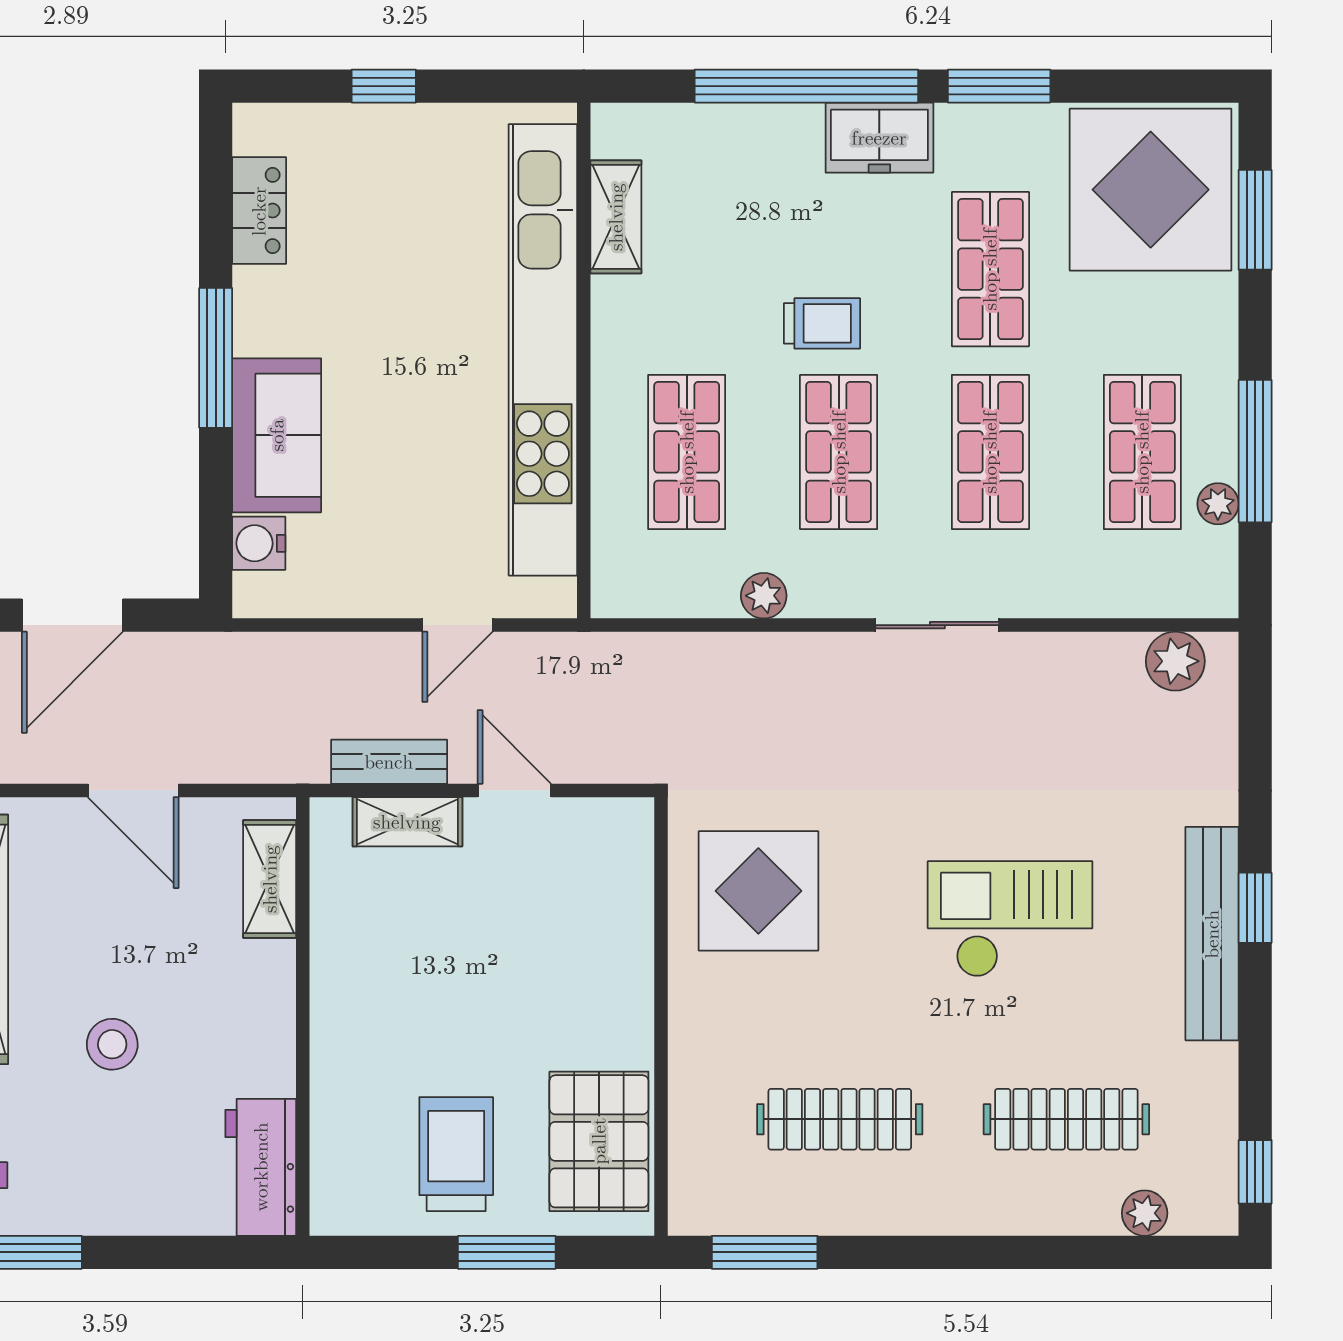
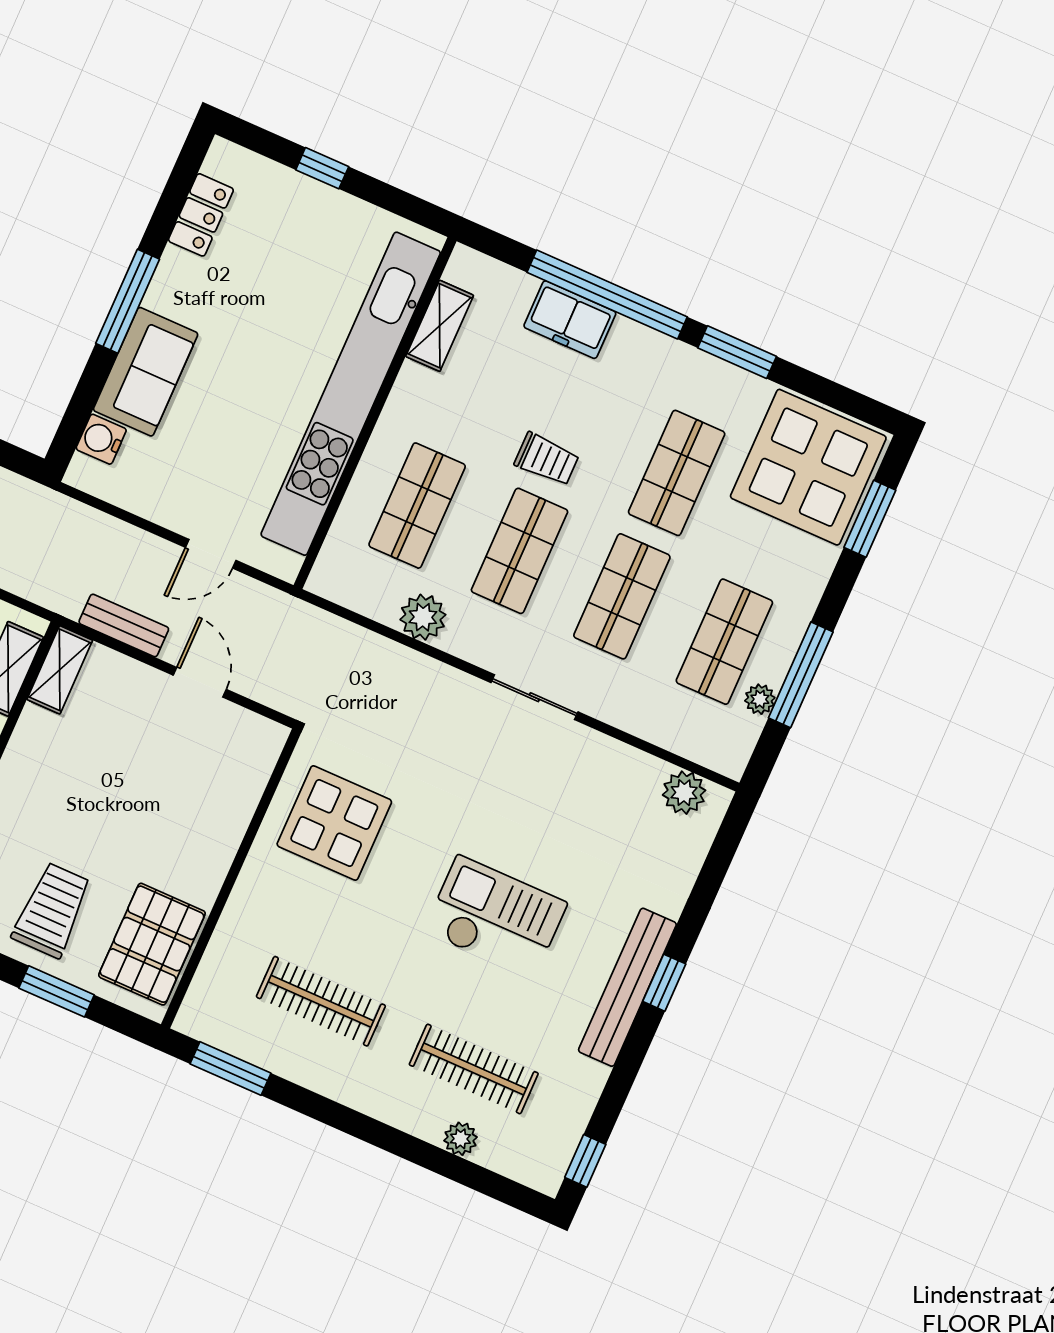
freezer: (879, 138) -> (570, 320), moved
plant: (764, 596) -> (423, 617), width x1.38, depth x1.38
shelving: (407, 822) -> (60, 670), moved, turned 90
plant: (1145, 1213) -> (461, 1139), moved

